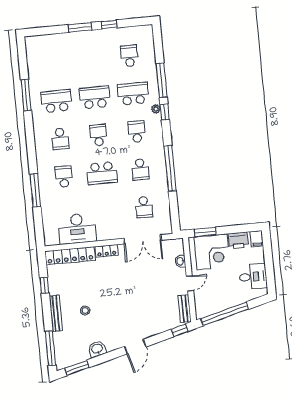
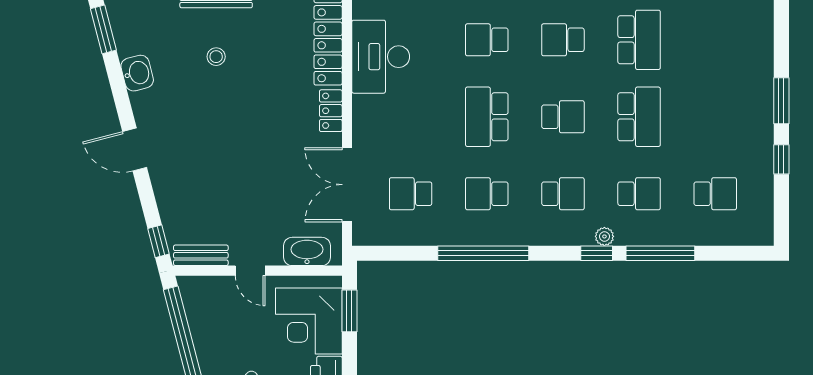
school desk: (133, 94) -> (639, 194), width x0.54
school desk: (64, 177) -> (487, 40), turned 180
washbasin: (180, 261) -> (307, 251), width x1.91, depth x1.45

